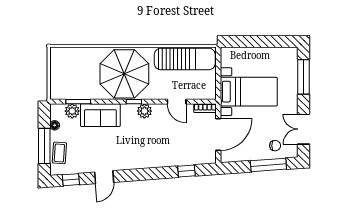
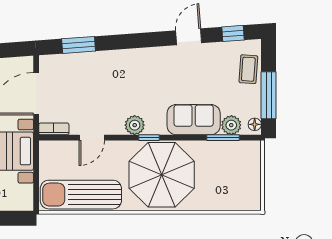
door: (177, 102) -> (92, 138), swing flipped
floor lamp: (55, 125) -> (255, 124), moved
window: (44, 146) -> (269, 95), moved
window: (186, 171) -> (79, 45), width x1.50

